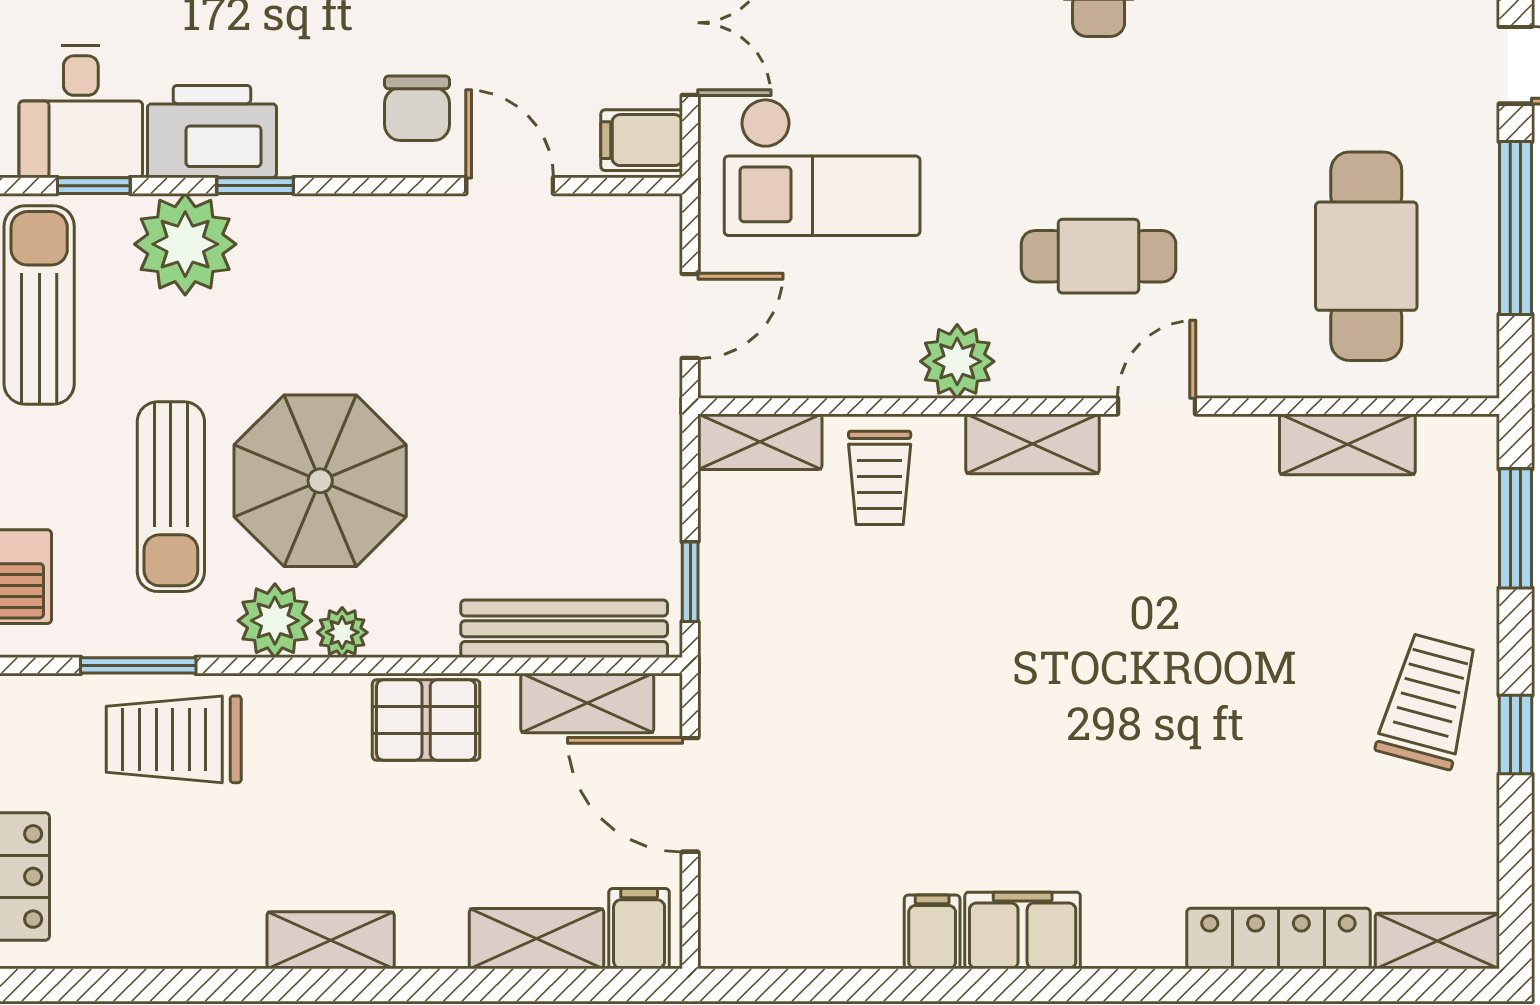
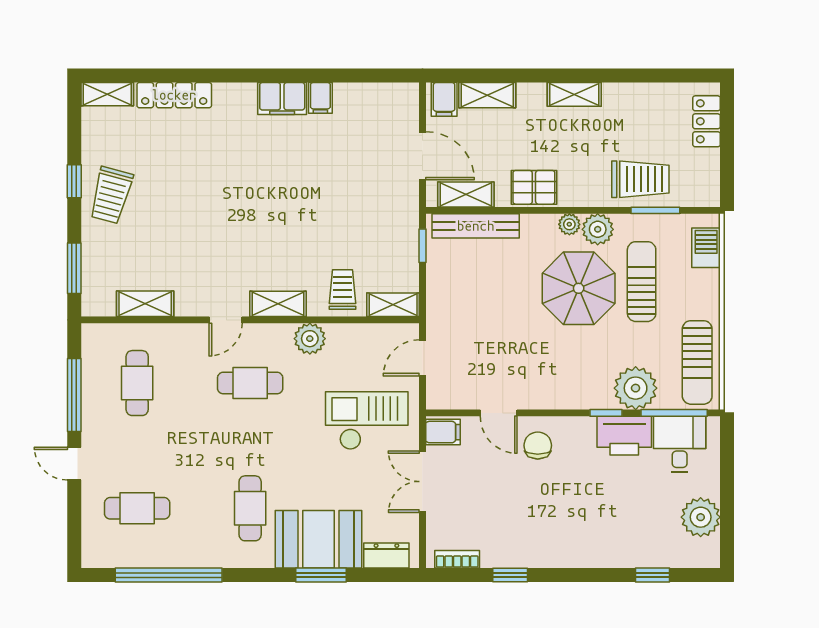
window: (94, 186) -> (674, 413), width x2.17
cafe table: (1366, 256) -> (137, 383), width x0.73, depth x0.74

